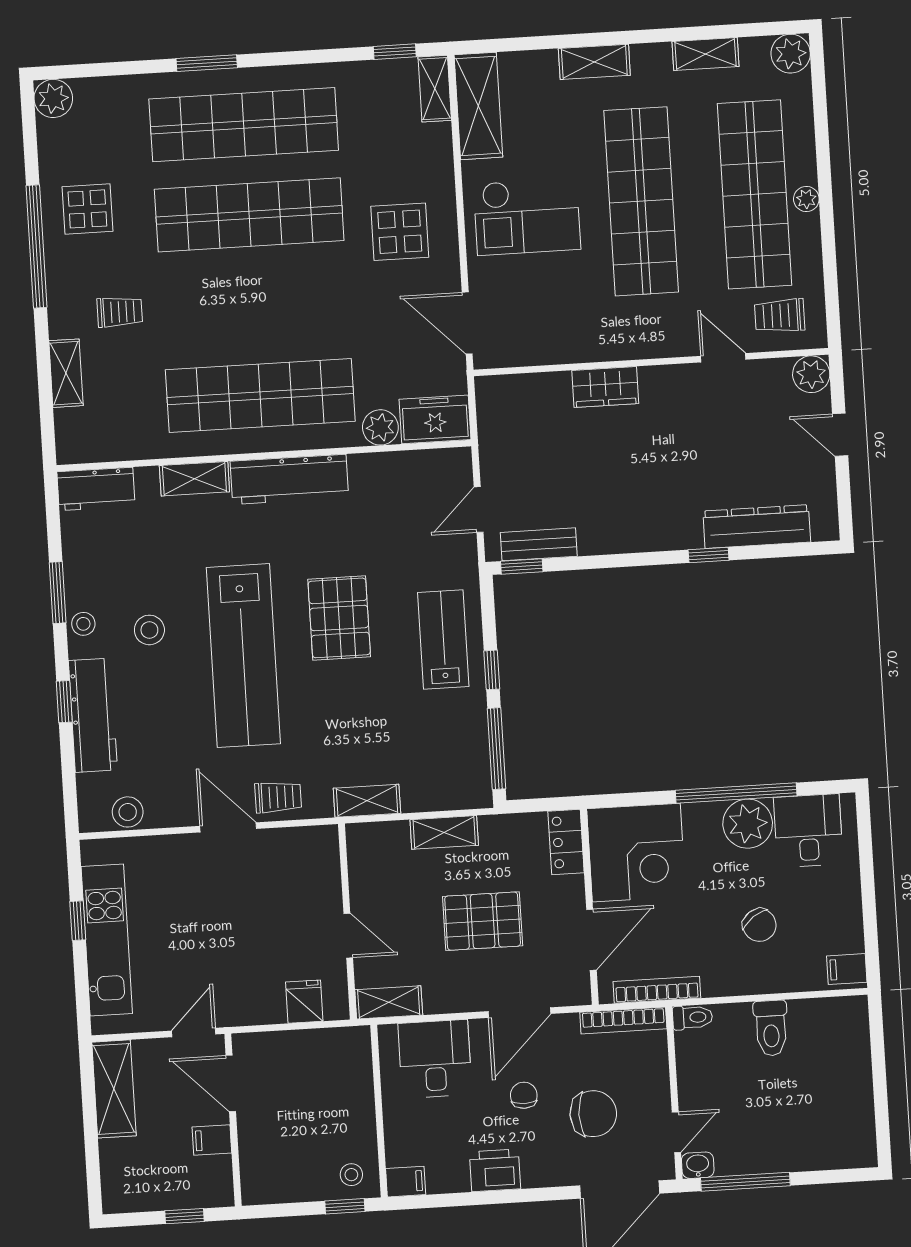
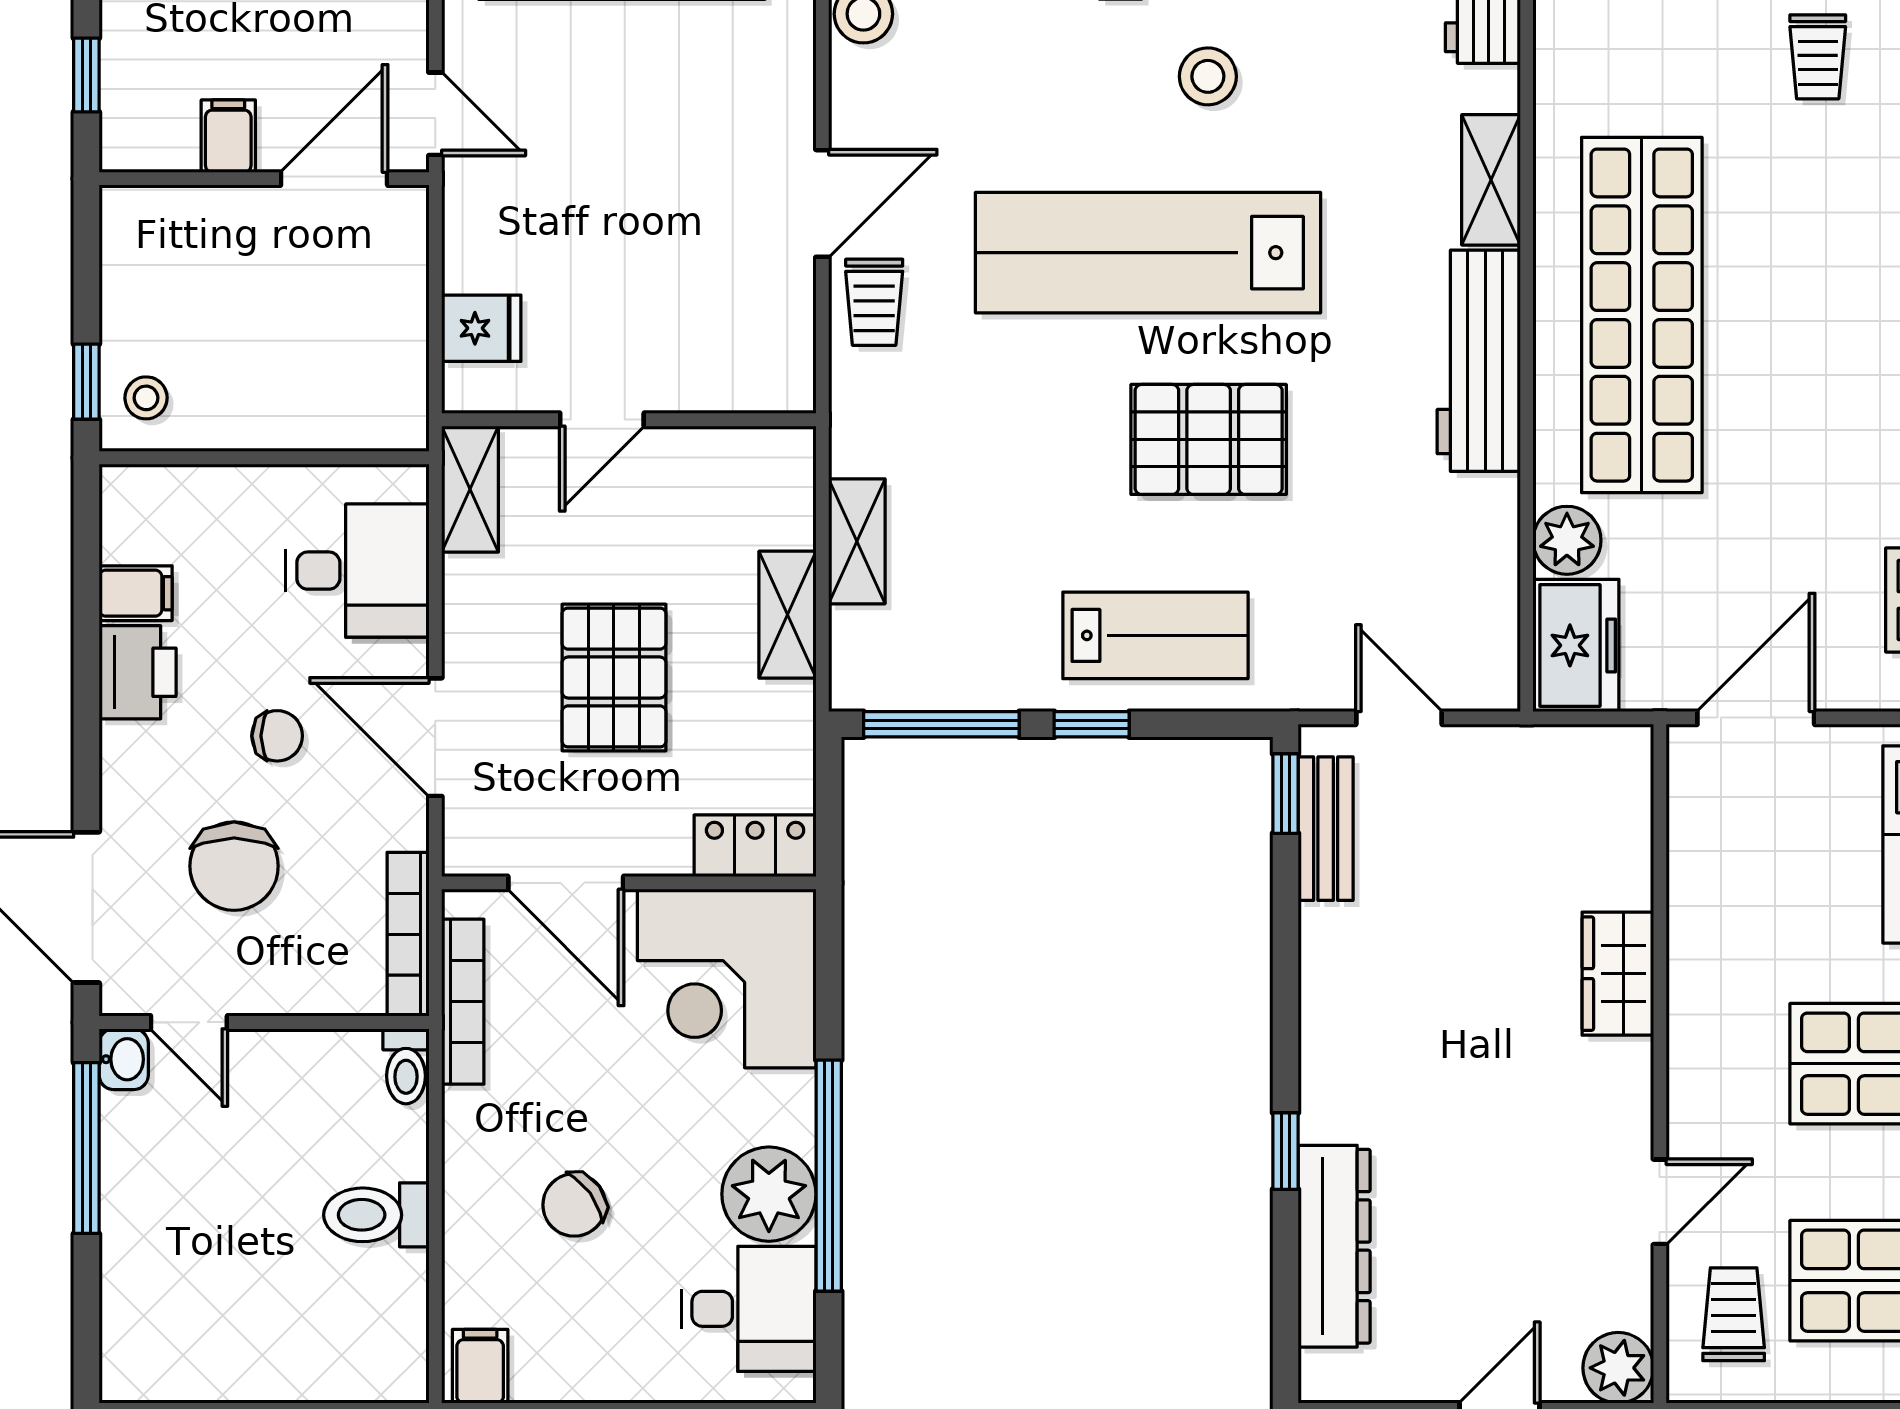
shelving: (367, 801) -> (857, 541), moved
filing cabinet: (406, 1182) -> (136, 593), moved, turned -90

